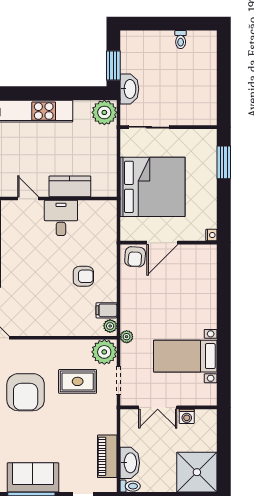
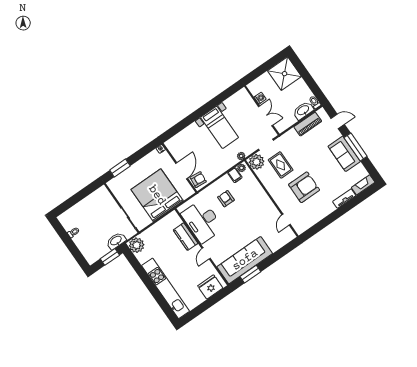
desk: (61, 218) -> (202, 221), width x1.87, depth x1.30
door: (162, 243) -> (182, 171), hinge flipped
bed with nightstands: (185, 356) -> (220, 127), moved

